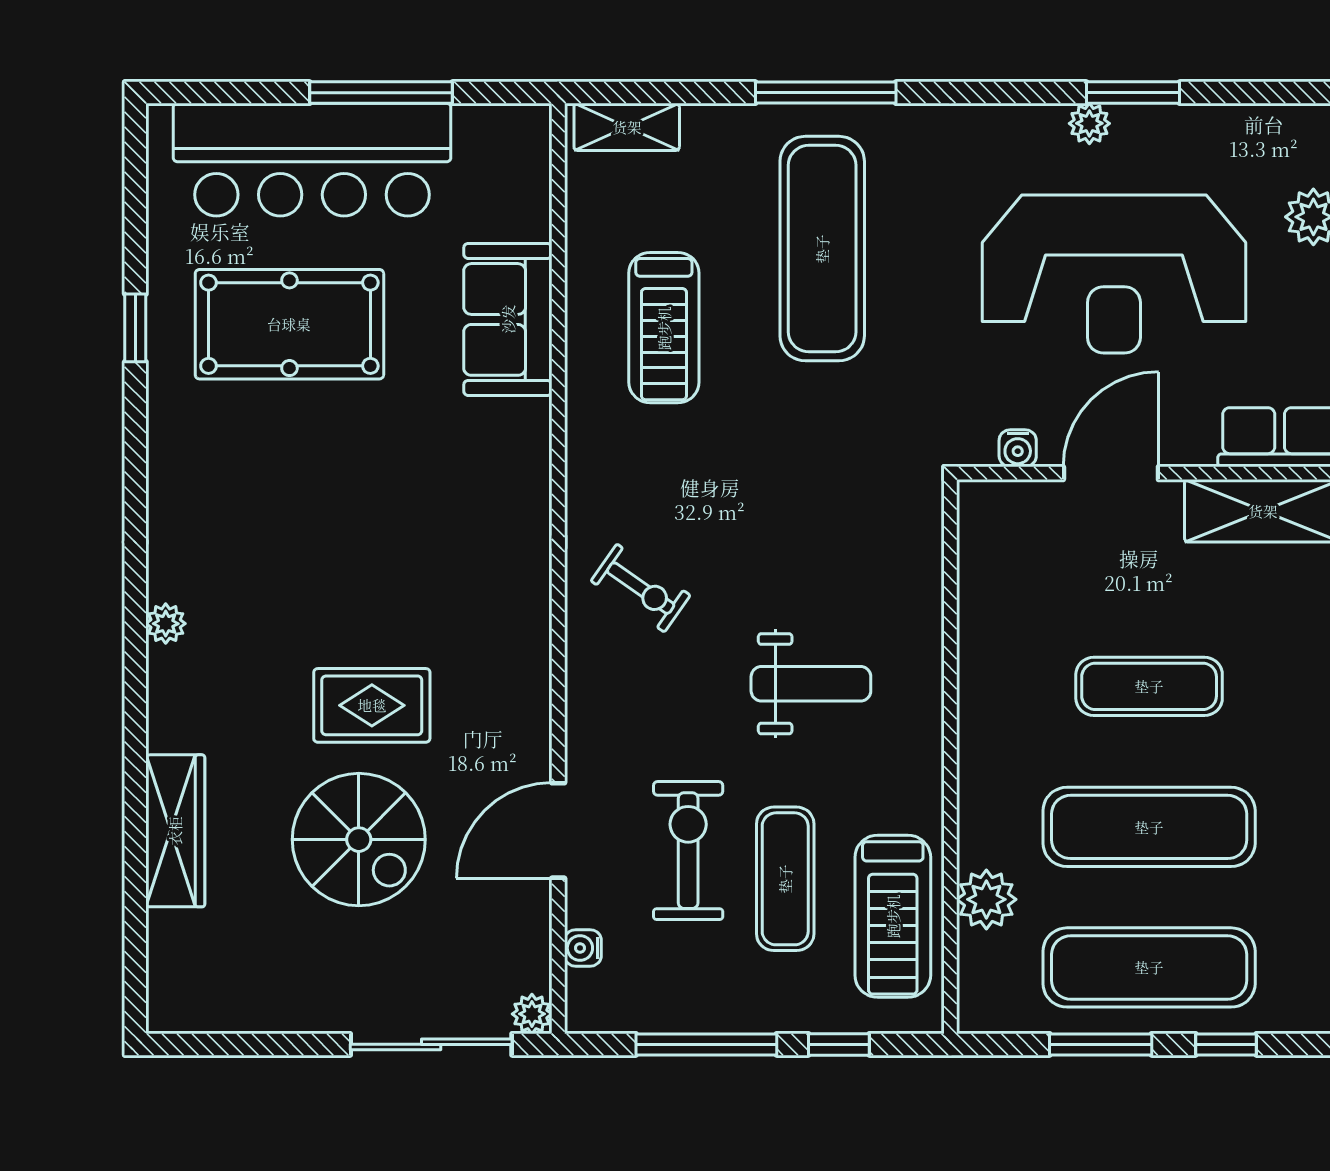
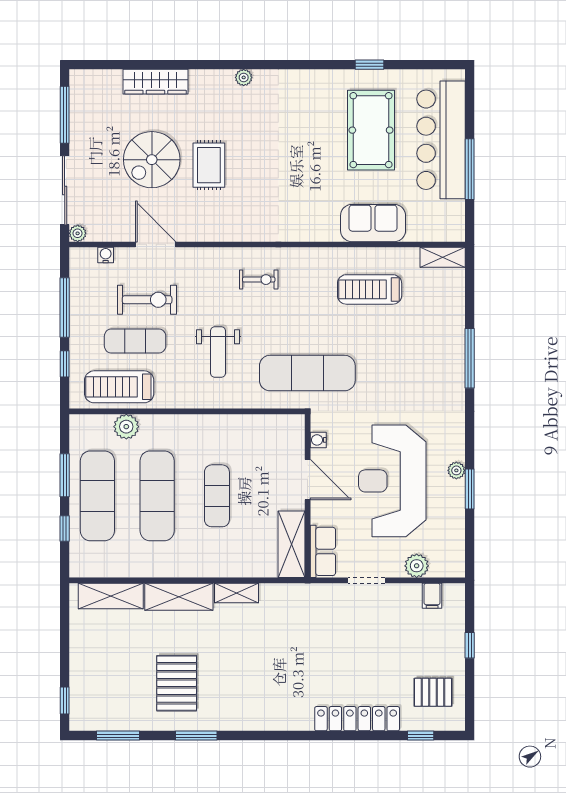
shelving: (627, 127) -> (443, 257), moved, turned 90
exercise mat: (822, 249) -> (307, 373), moved
exercise bike: (641, 588) -> (259, 280), turned -125
window: (253, 1044) -> (65, 115), added

